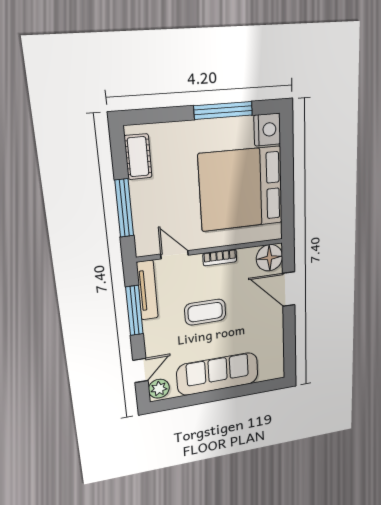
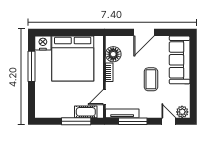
cot: (138, 157) -> (86, 112), moved
floor lamp: (269, 258) -> (113, 54), moved
door: (289, 289) -> (144, 32), moved
coffee table: (205, 312) -> (151, 79), moved
sofa: (218, 374) -> (180, 60), moved

